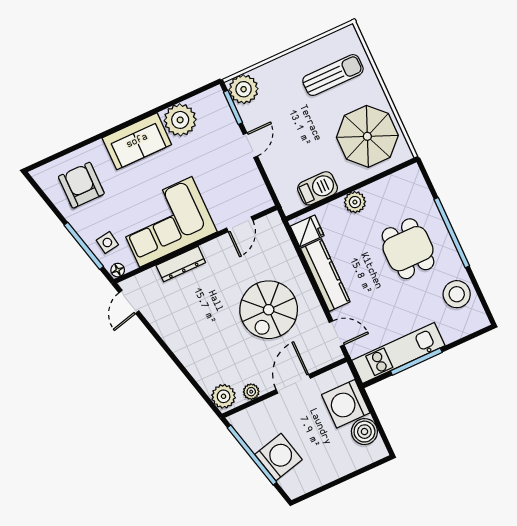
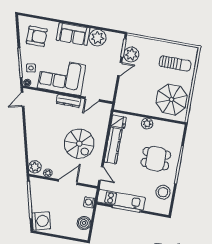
plant: (244, 89) -> (131, 54), moved
armchair: (81, 185) -> (37, 36), turned 90
barbecue: (318, 188) -> (135, 107), removed
dining table: (408, 249) -> (156, 159), turned 90
dresser: (181, 264) -> (69, 101), moved
spiral stairs: (269, 310) -> (79, 144), turned -90
washing machine: (346, 404) -> (89, 202), width x0.53, depth x0.53
washing machine: (279, 457) -> (41, 221), moved

